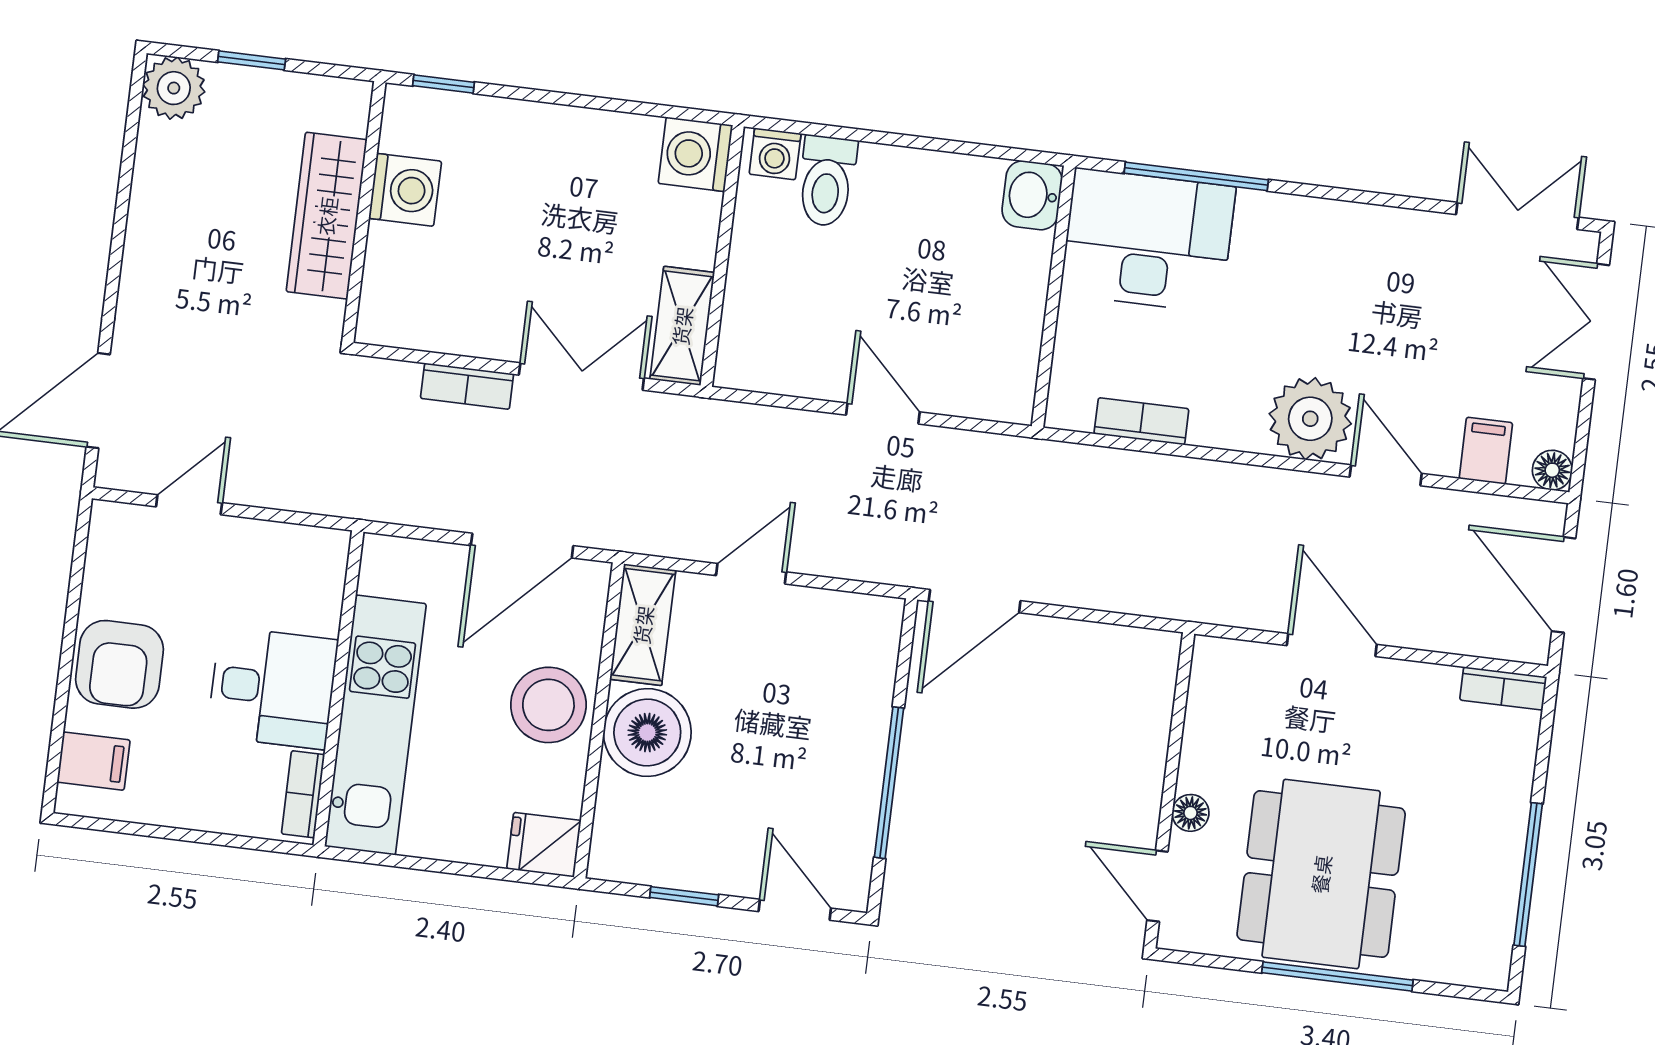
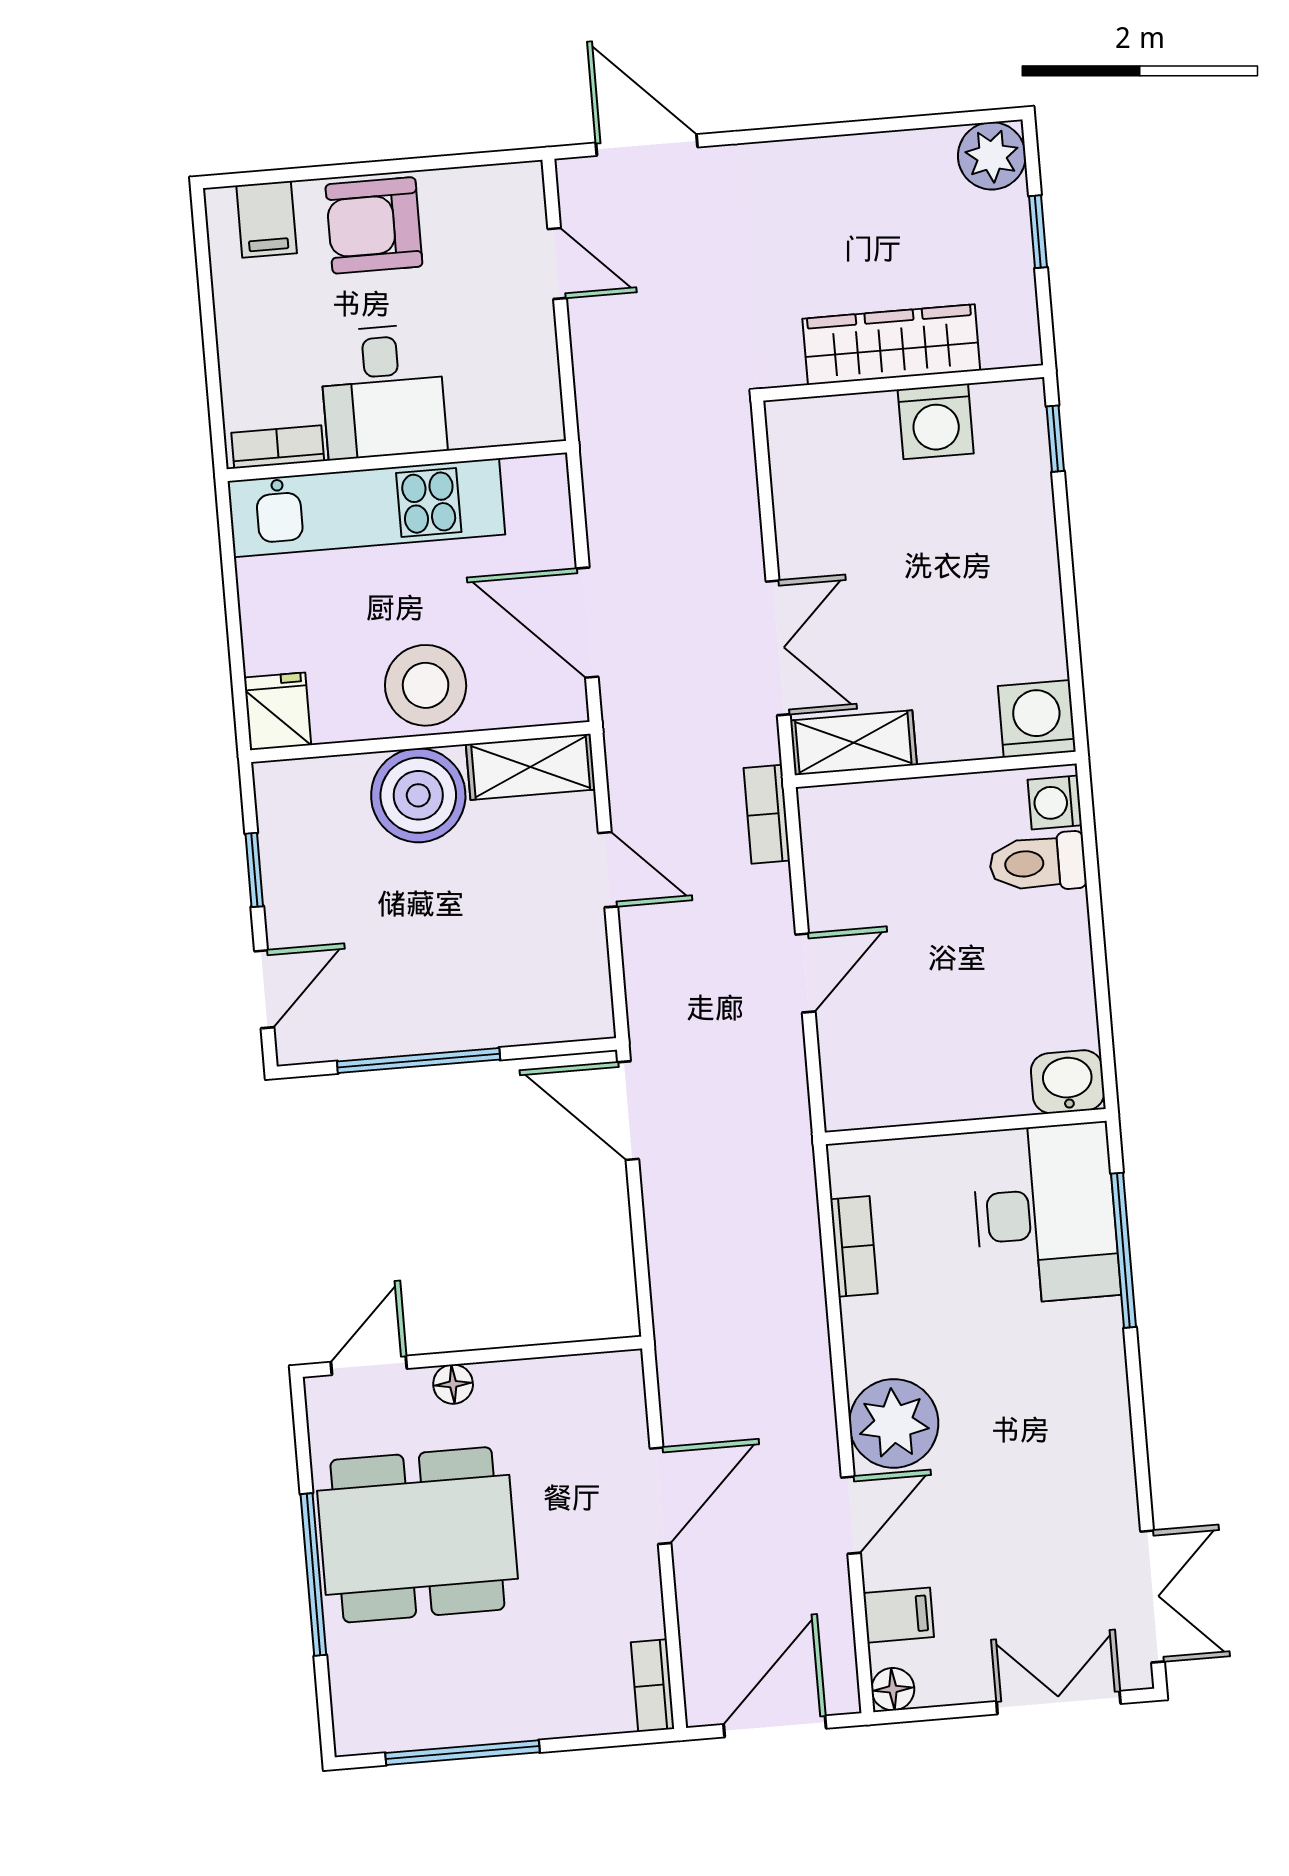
bookcase: (467, 386) -> (767, 814), moved

